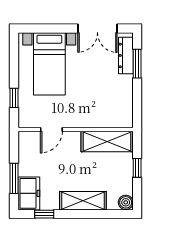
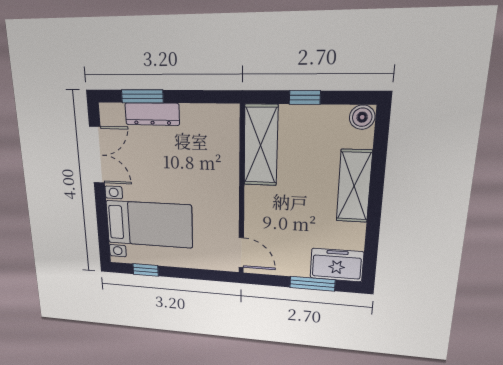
dresser: (126, 55) -> (152, 114), moved
window: (14, 98) -> (146, 270), moved
door: (51, 130) -> (241, 253), moved
window: (44, 214) -> (371, 245), removed

